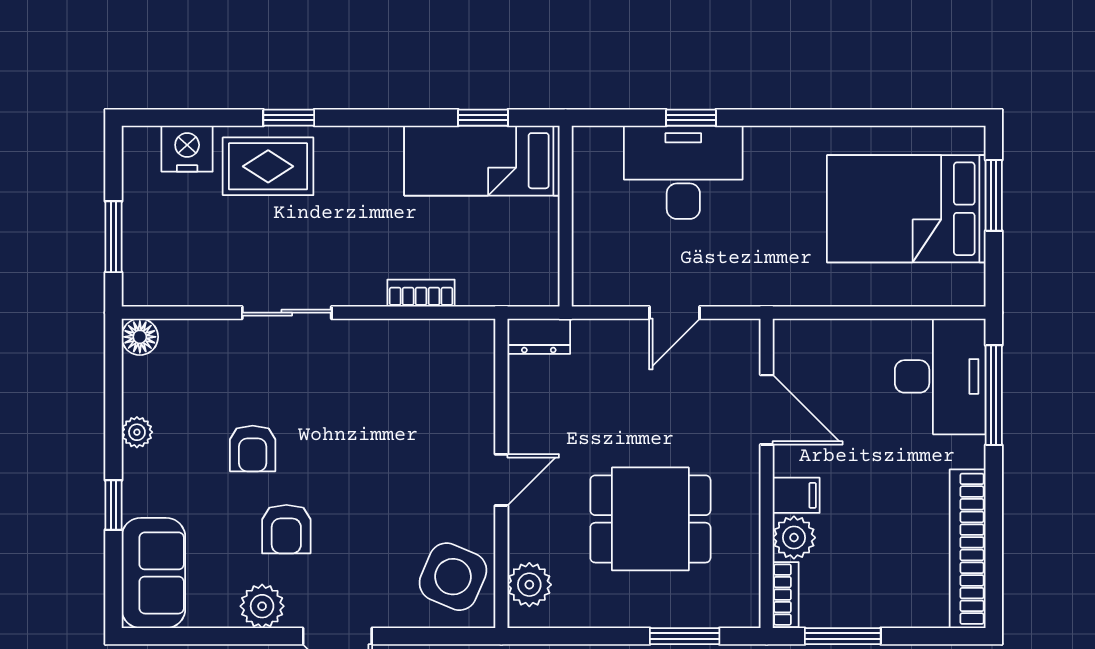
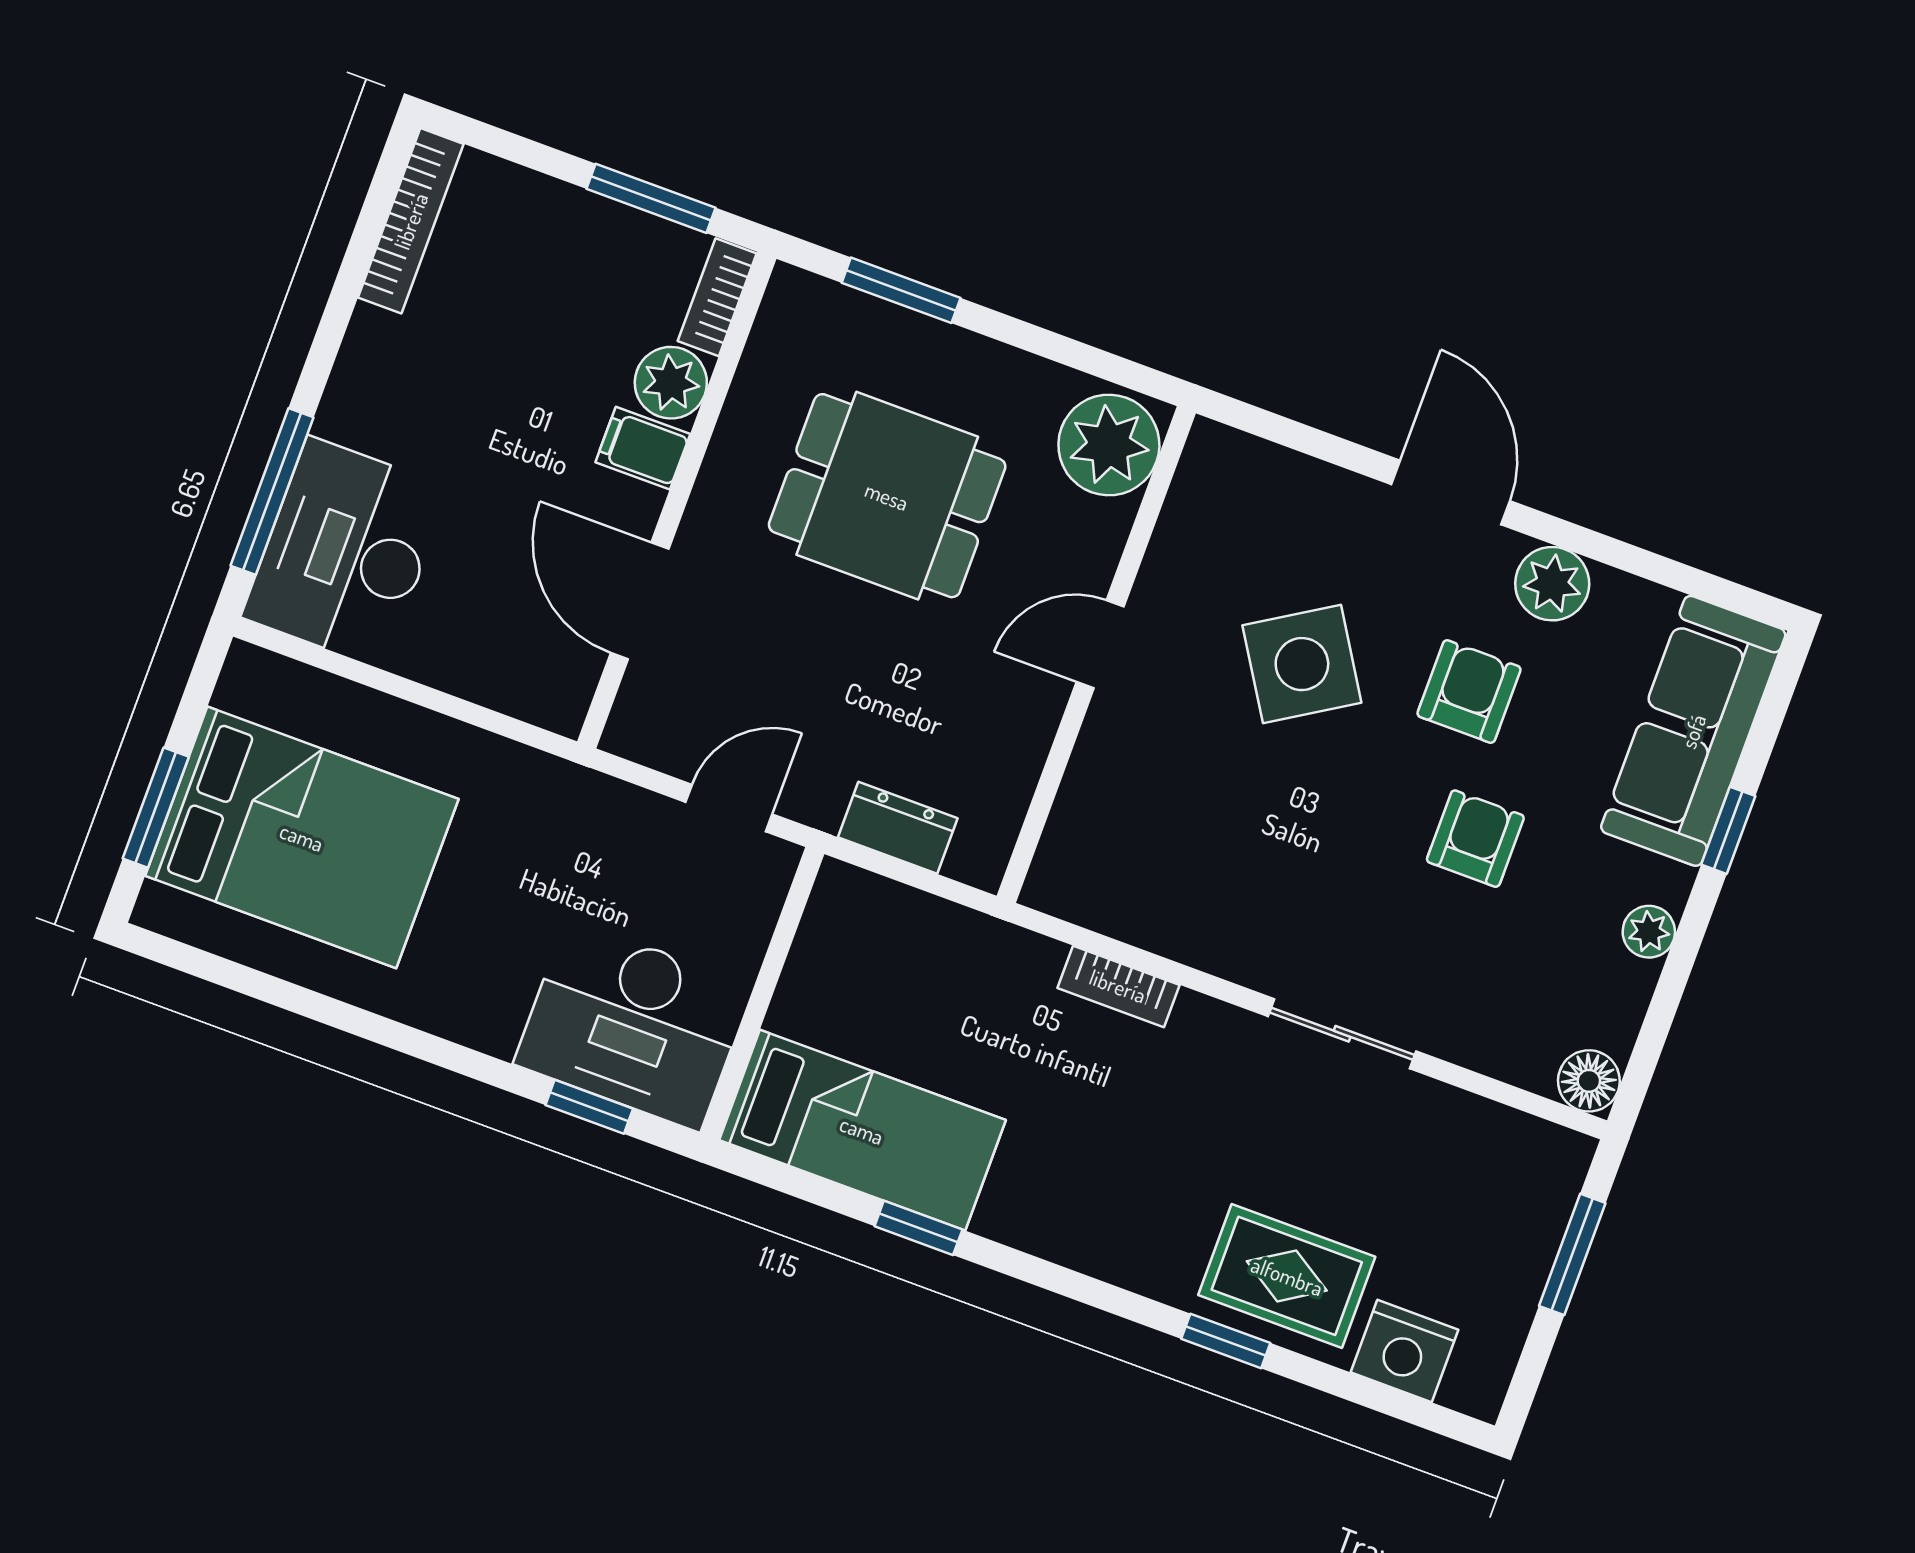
bed: (482, 161) -> (862, 1130), moved
wall: (566, 216) -> (762, 994), moved
dresser: (539, 336) -> (898, 828), moved
bookcase: (968, 549) -> (411, 221), width x0.68, depth x0.76
sofa: (153, 573) -> (1693, 731), width x1.36
side table: (453, 577) -> (1302, 664), moved, turned 35
plant: (529, 585) -> (1109, 445), width x1.36, depth x1.36

